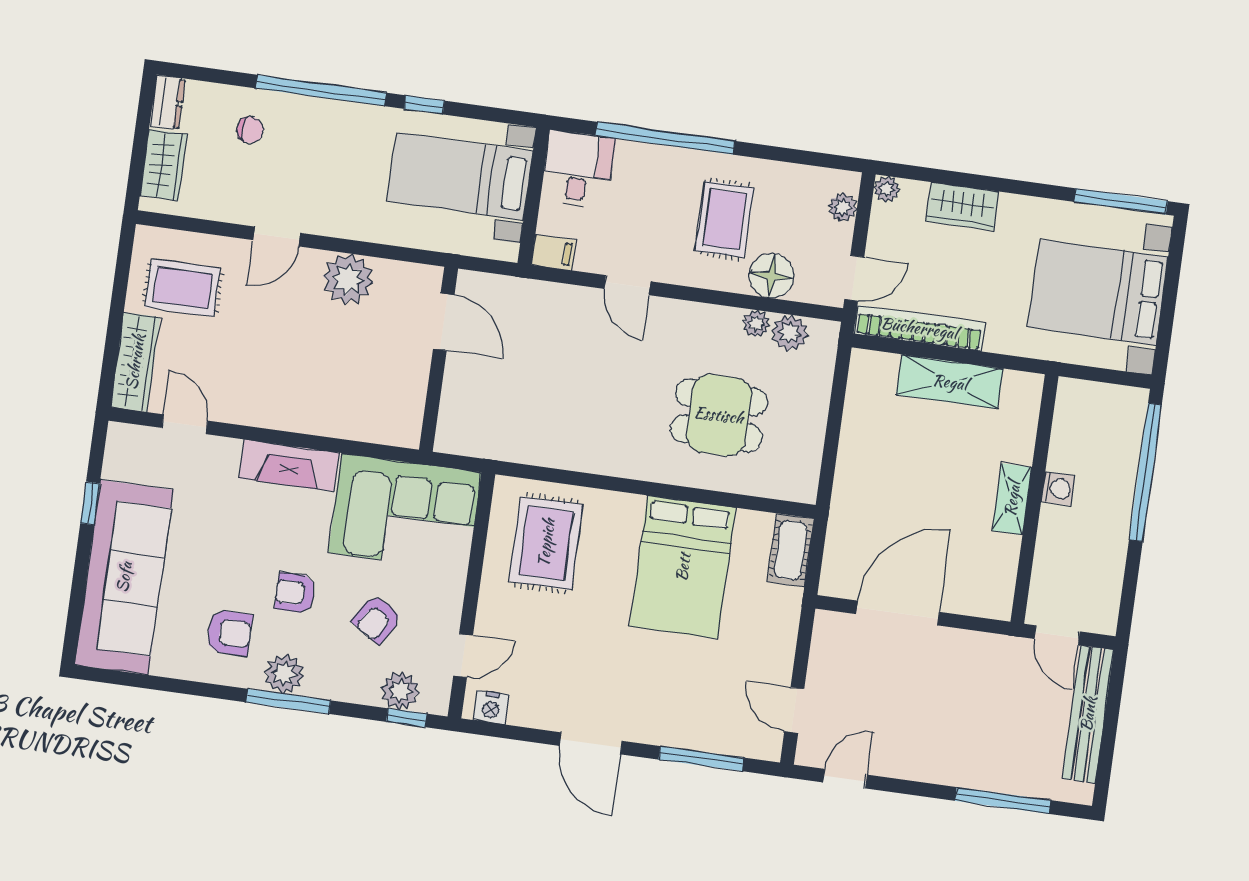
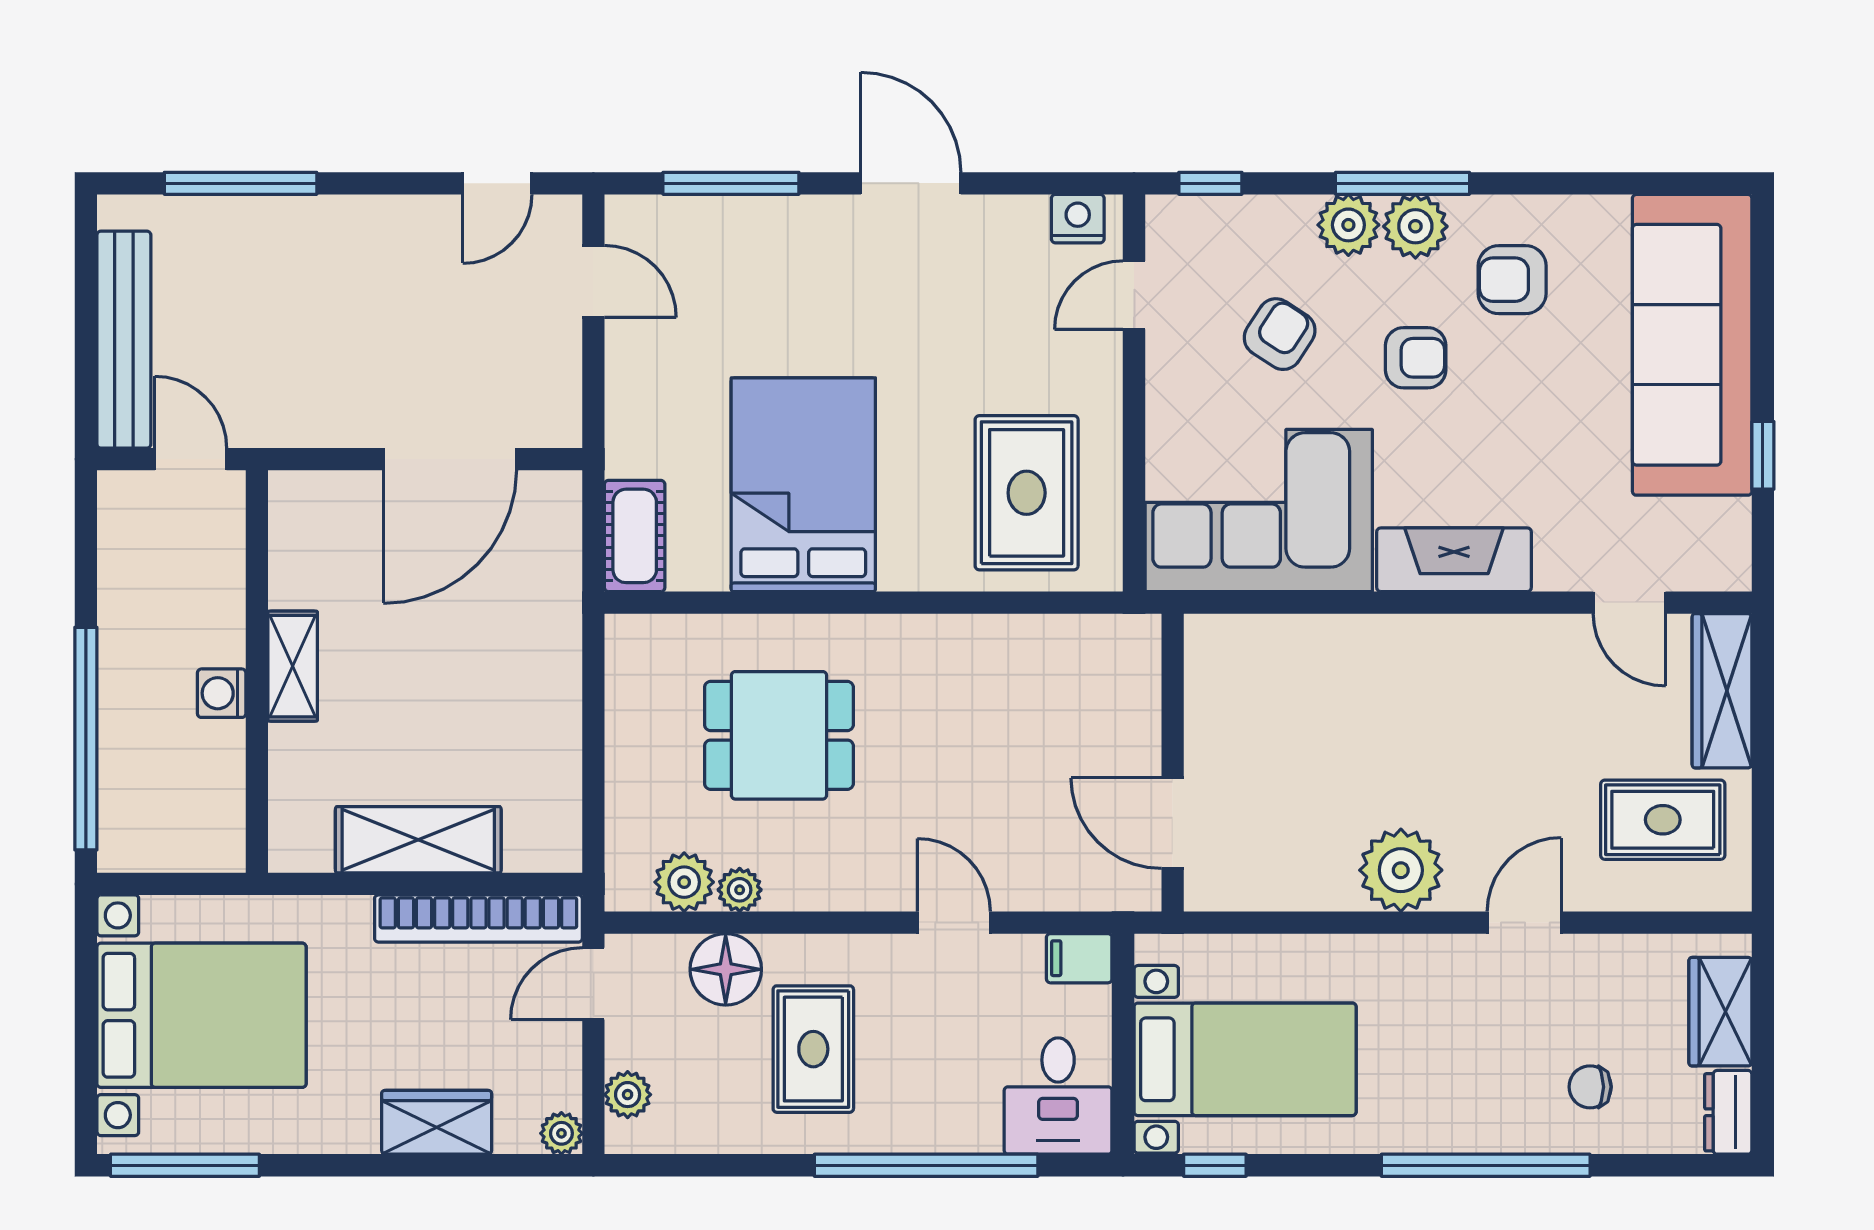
window: (424, 105) -> (1215, 1165), moved
door: (444, 322) -> (1173, 823), moved
wall: (438, 359) -> (1173, 763), moved
plant: (400, 691) -> (1348, 225), moved

